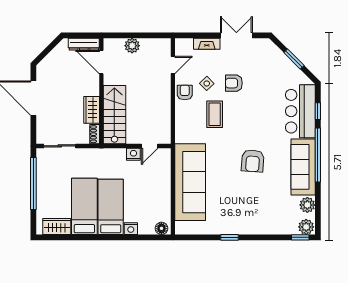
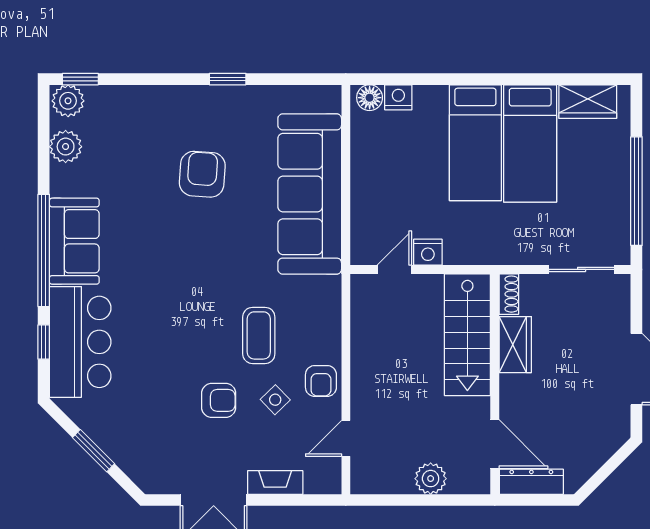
armchair: (253, 161) -> (202, 174), moved
sofa: (303, 167) -> (74, 241), width x0.73
nightstand: (131, 229) -> (398, 97), moved

